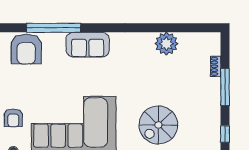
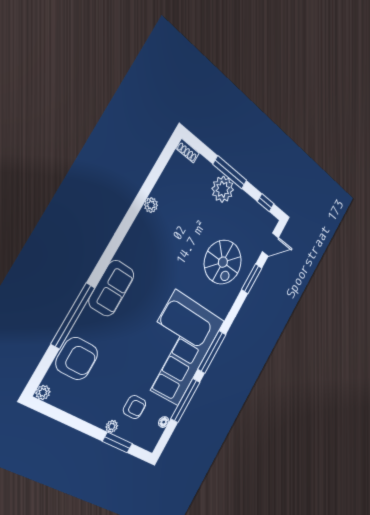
plant: (166, 44) -> (151, 205), width x0.53, depth x0.53
shoe rack: (216, 66) -> (188, 151), moved
plant: (209, 89) -> (223, 189), added

